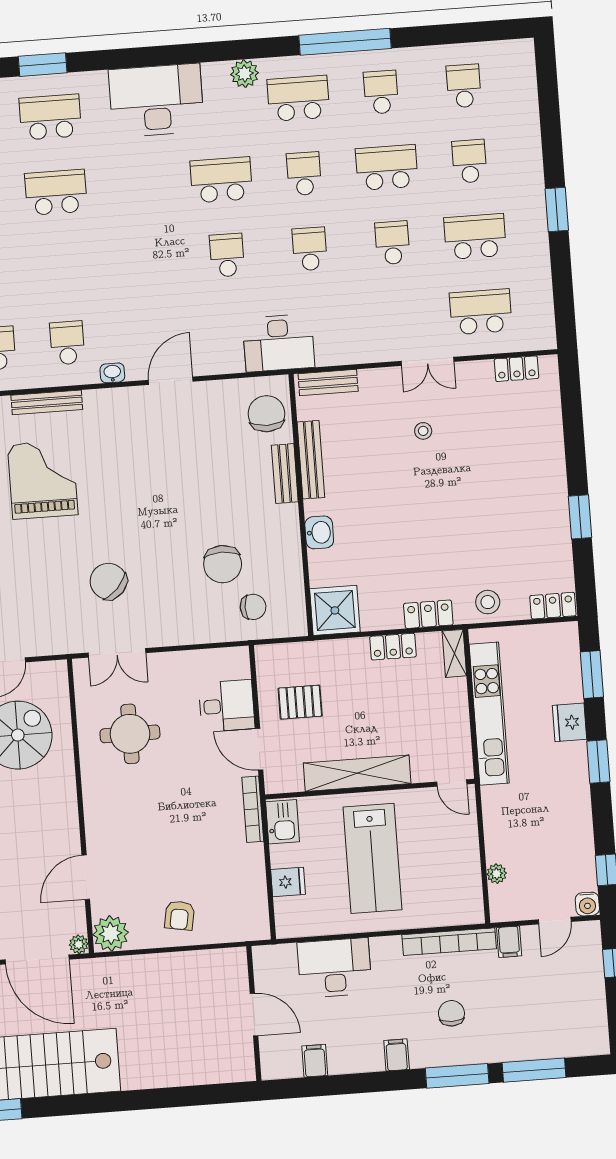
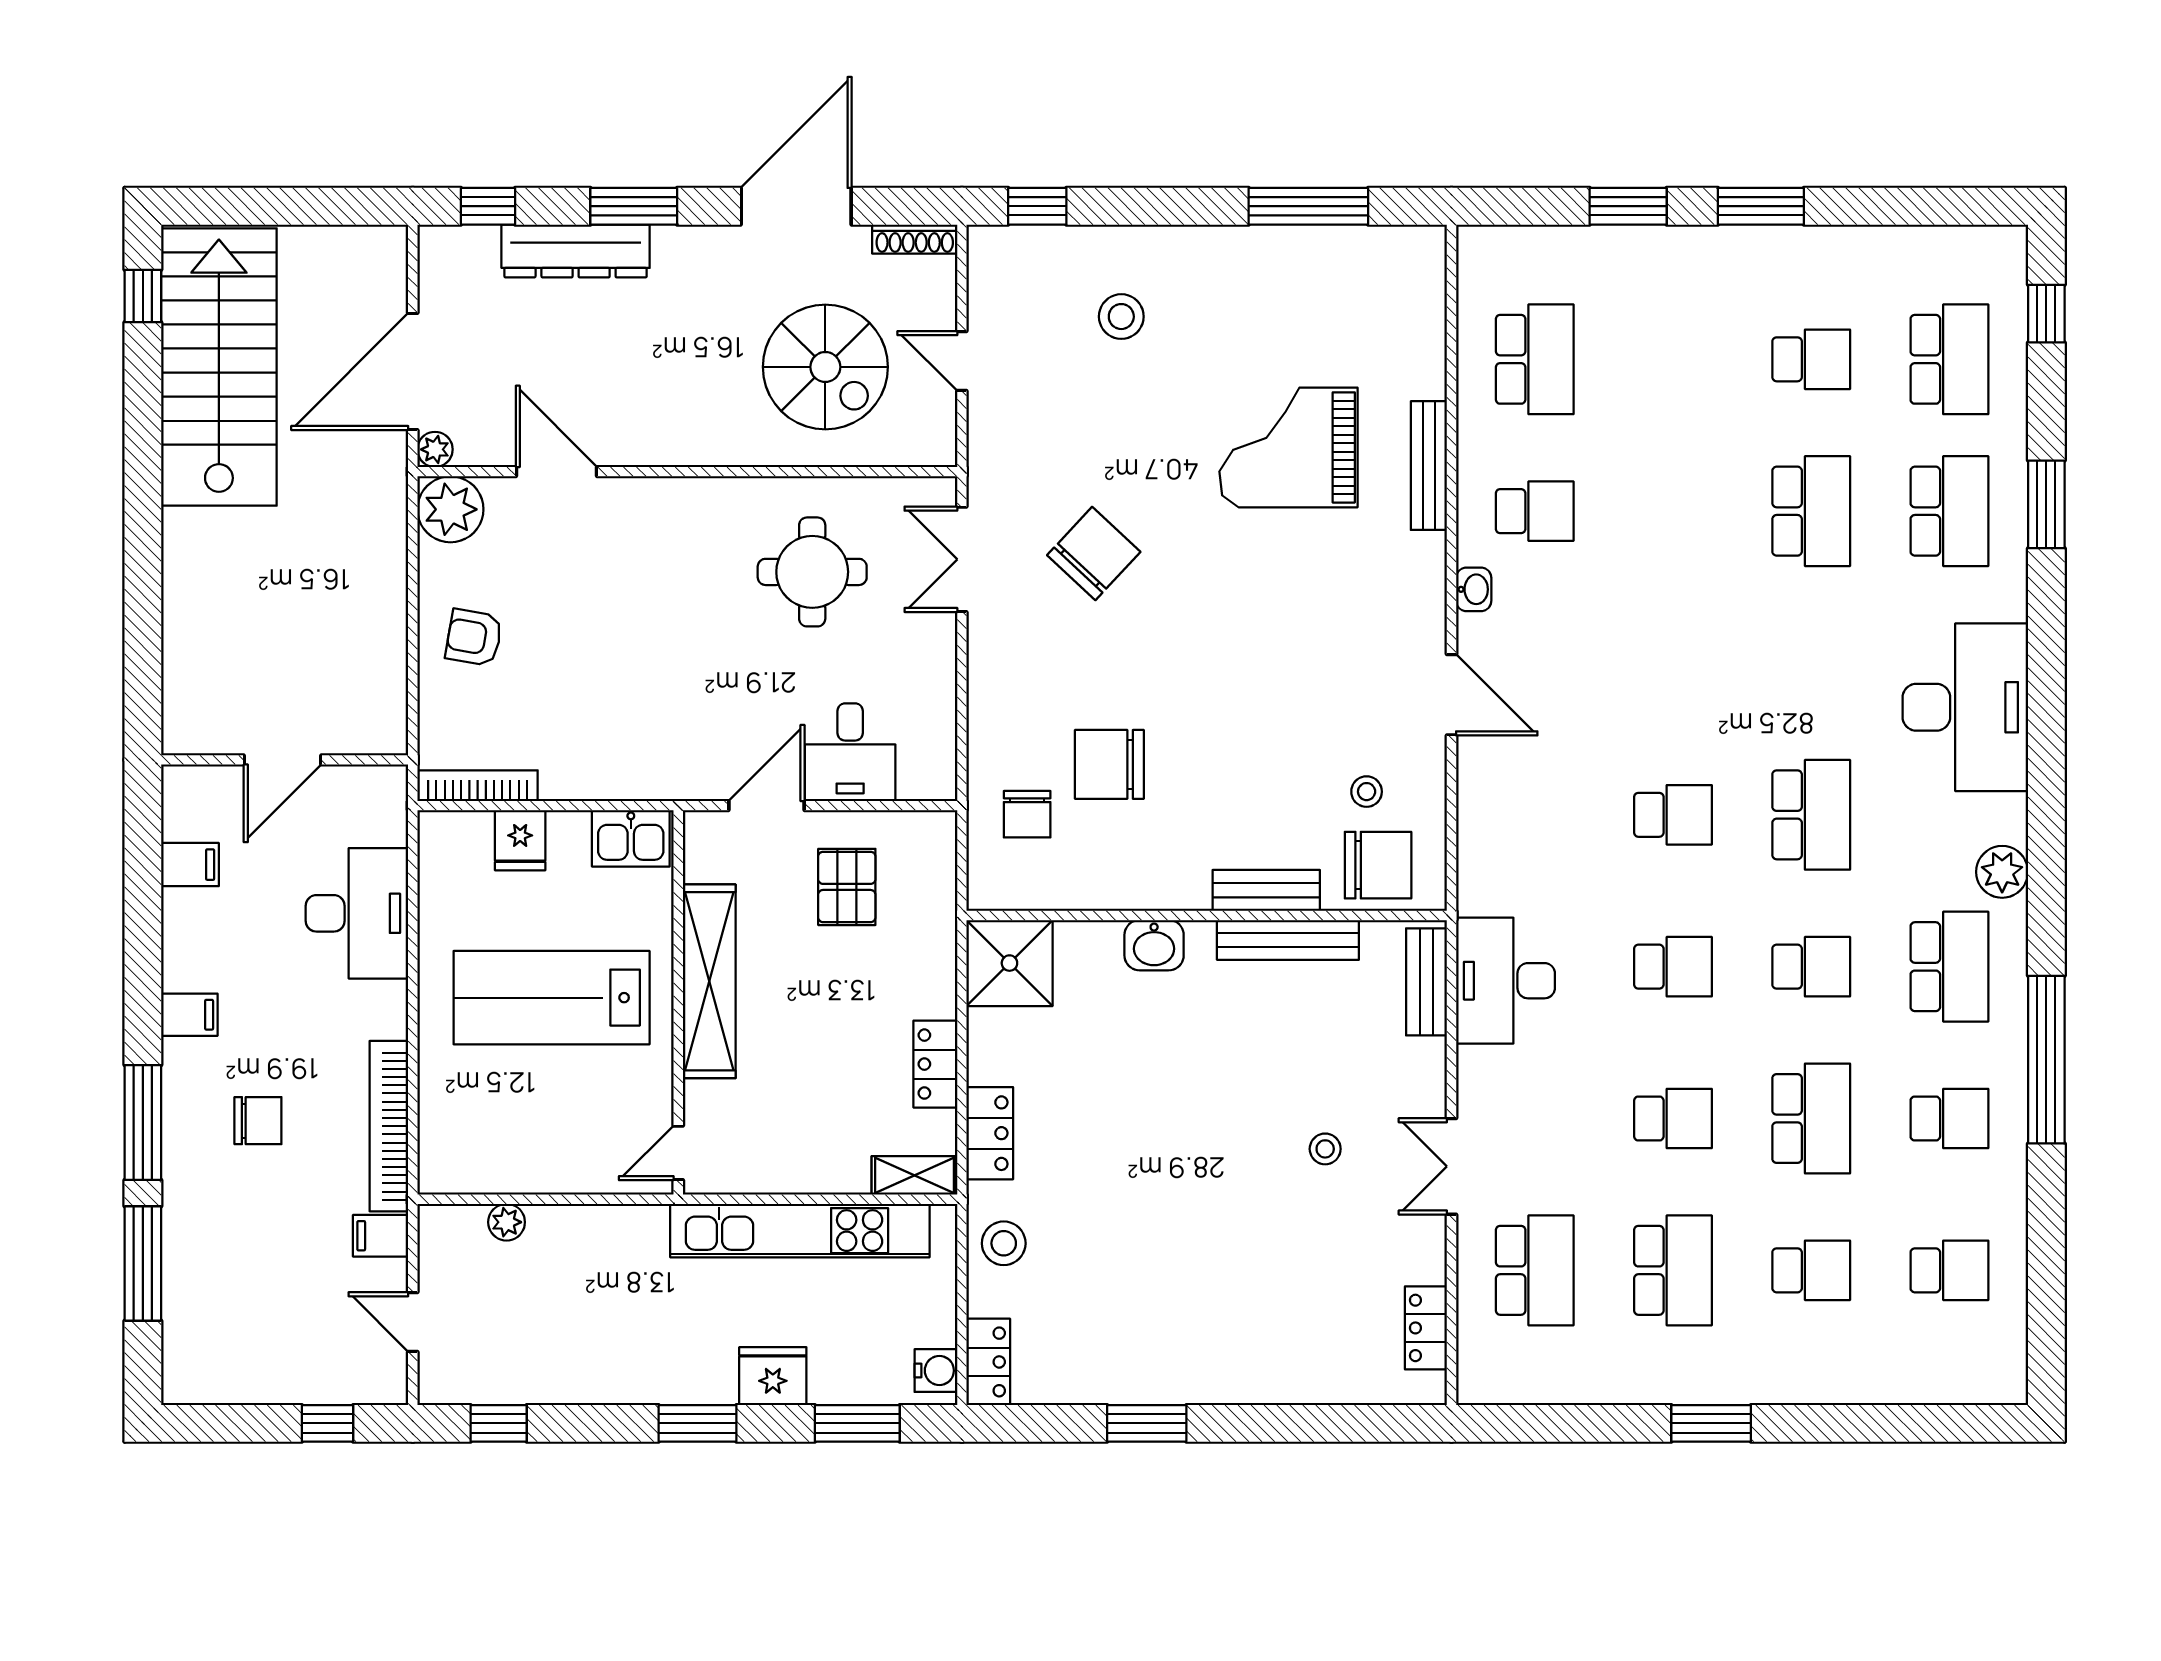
desk: (279, 343) -> (1506, 981), moved
stool: (227, 423) -> (1367, 792), added
grand piano: (43, 480) -> (1288, 447), turned 180
bookcase: (253, 809) -> (478, 786), moved
water cooler: (587, 904) -> (936, 1371), moved, turned 180

